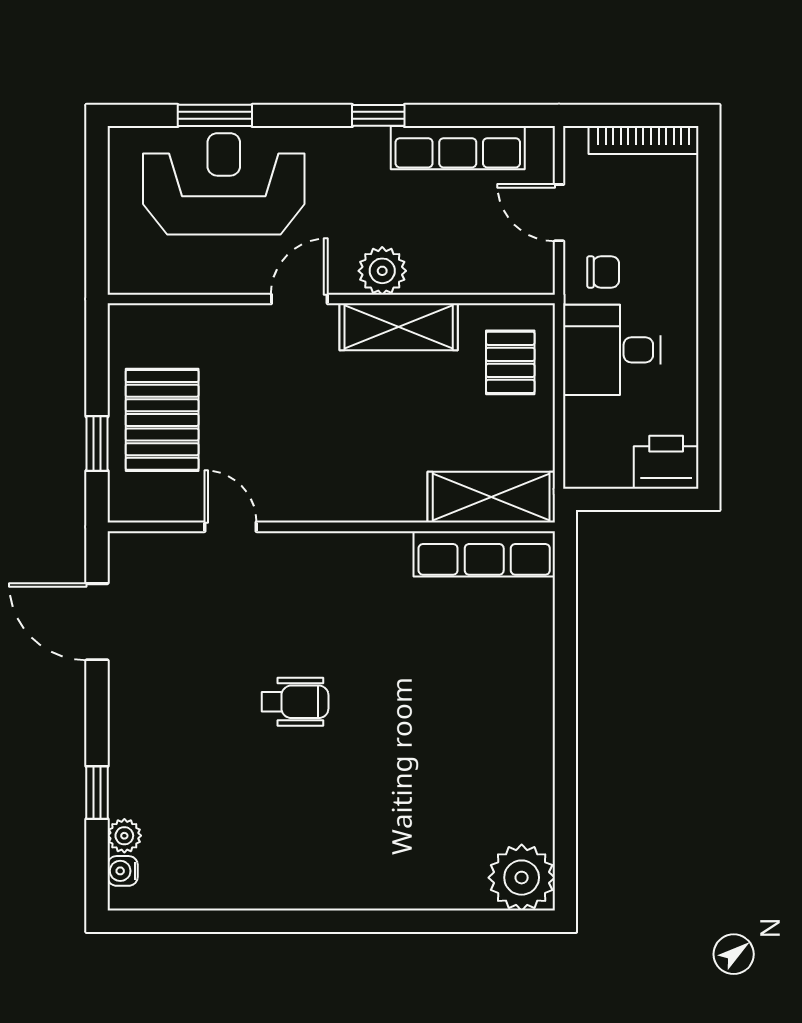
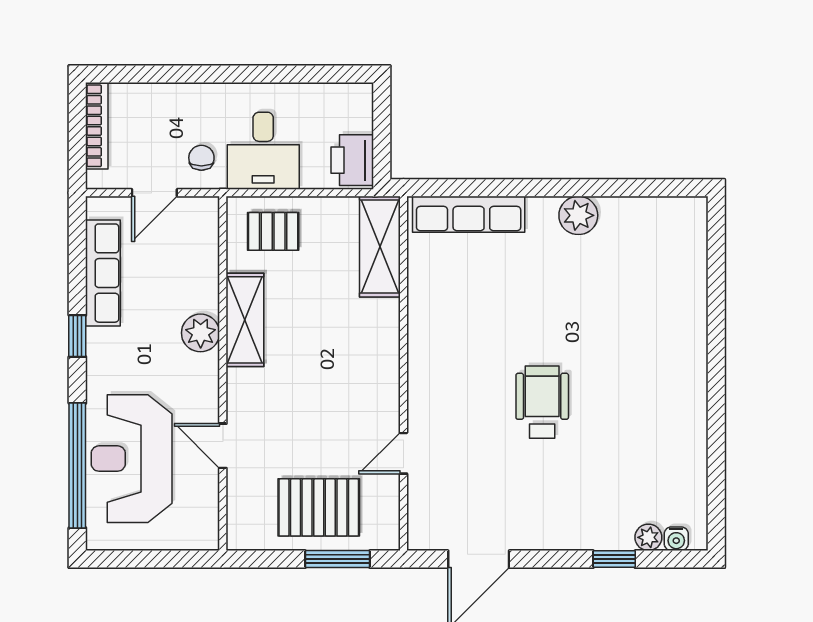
window: (215, 115) -> (77, 466), width x2.11
door: (299, 299) -> (223, 446), moved
window: (97, 444) -> (337, 559), width x1.50
printer: (666, 462) -> (352, 160), moved
row of seats: (484, 554) -> (469, 214), moved, turned 90
wheelchair: (295, 702) -> (542, 402), width x1.36, depth x1.37
plant: (522, 878) -> (578, 215), moved, width x0.73, depth x0.73

